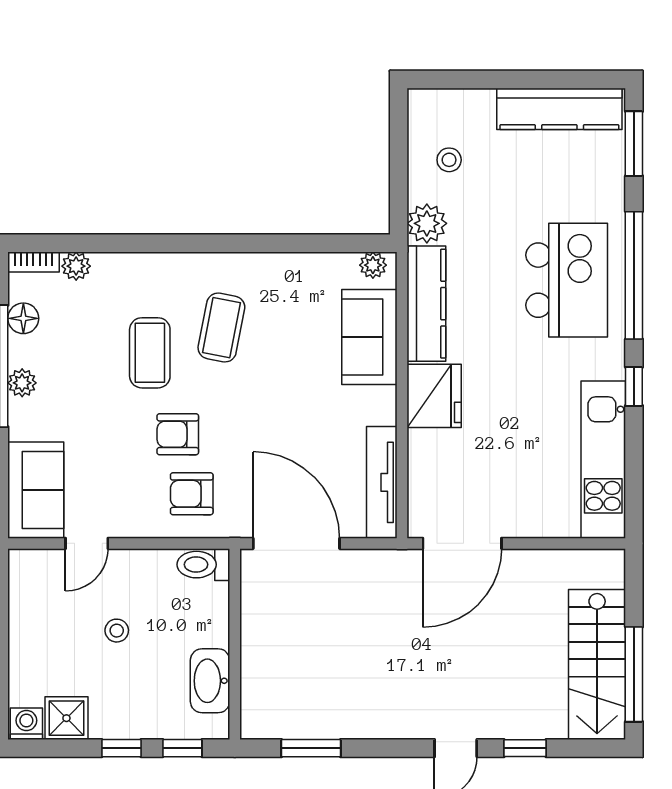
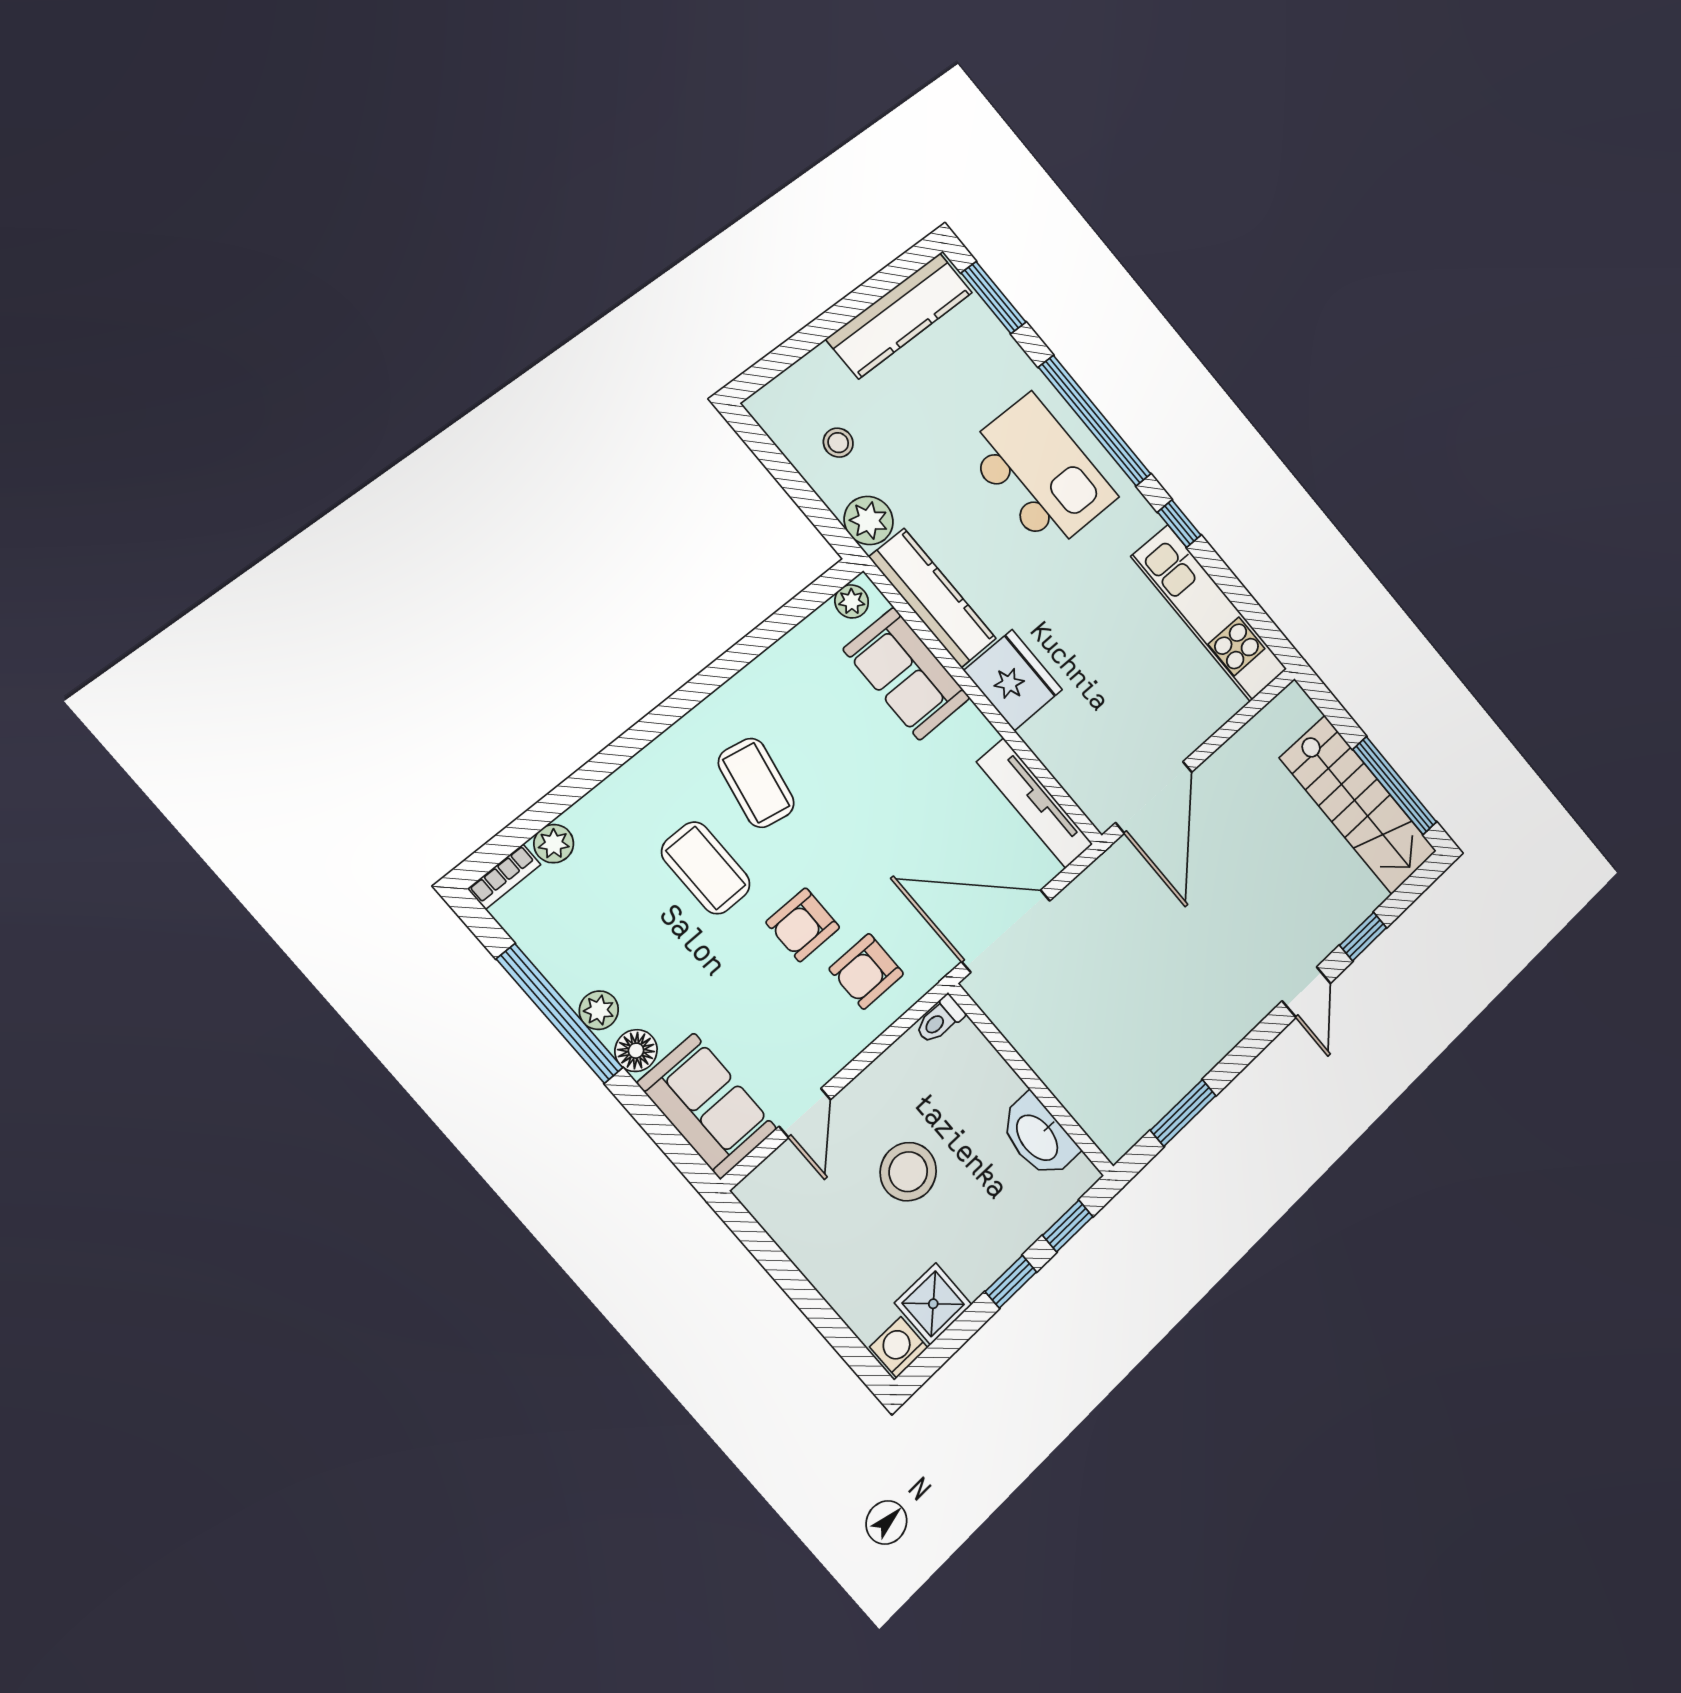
floor lamp: (23, 318) -> (636, 1051), moved
toilet: (203, 565) -> (940, 1020), width x0.73, depth x0.72
stool: (117, 631) -> (908, 1172), width x1.89, depth x1.89

